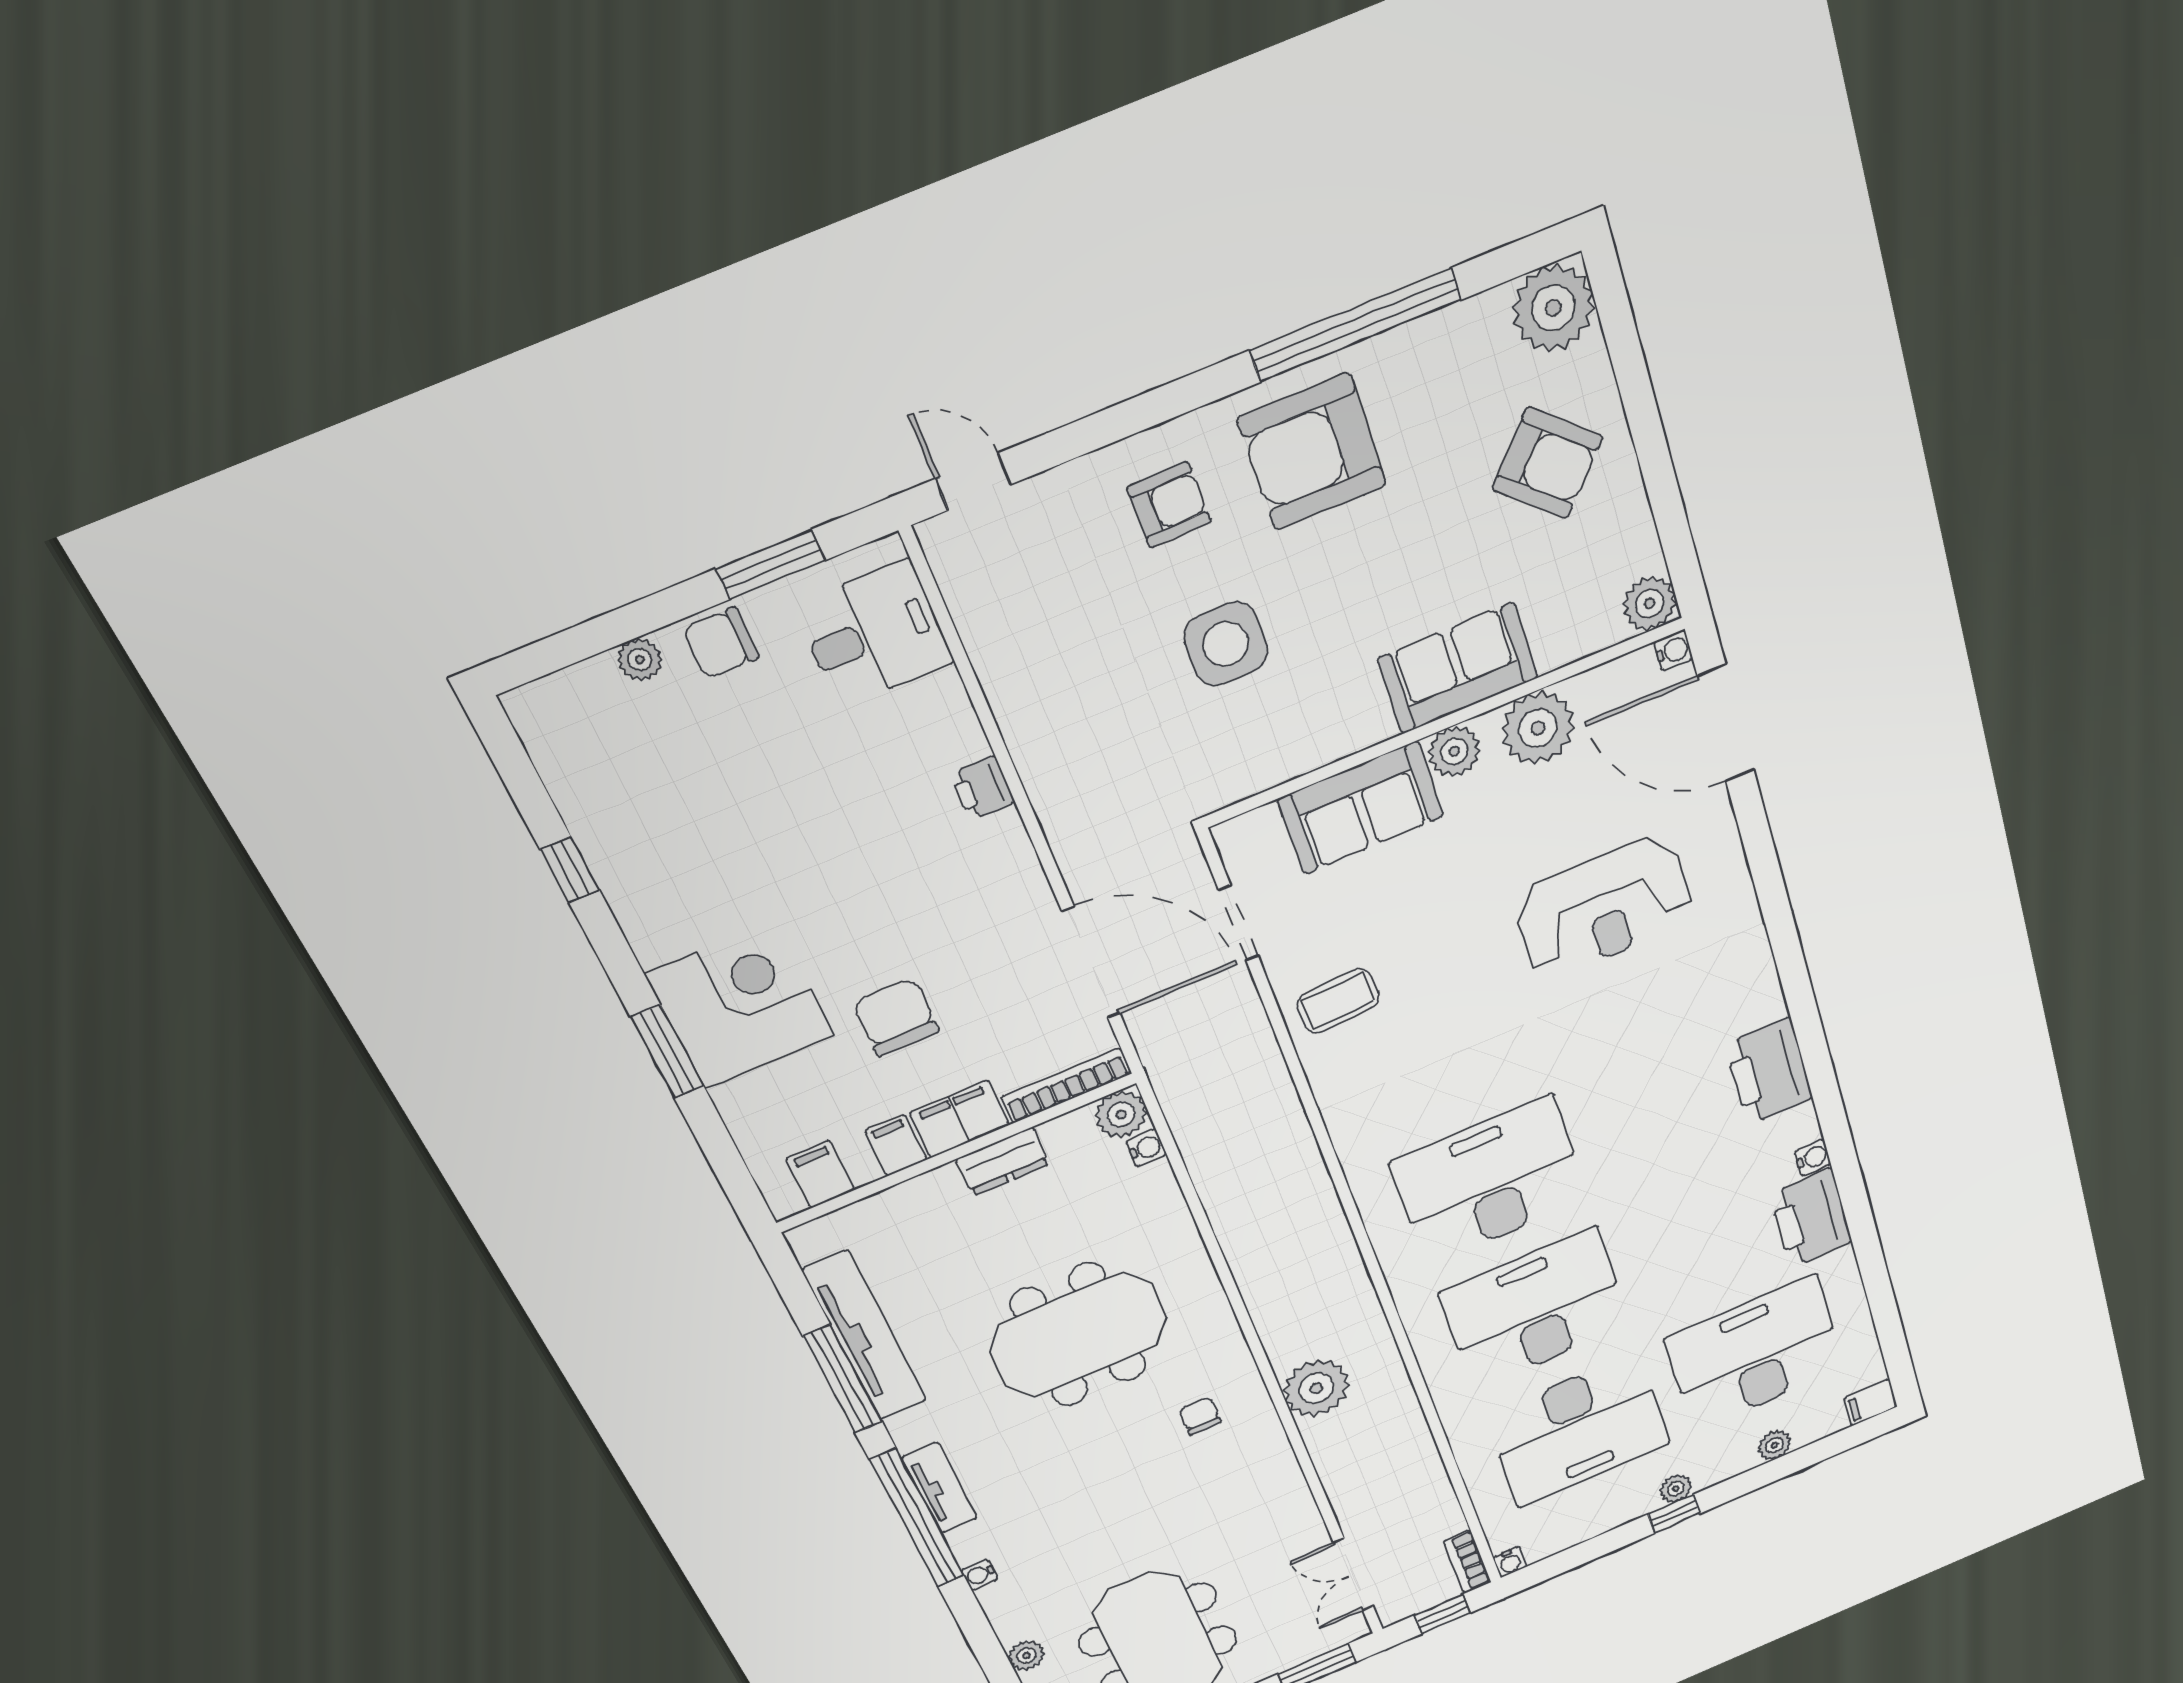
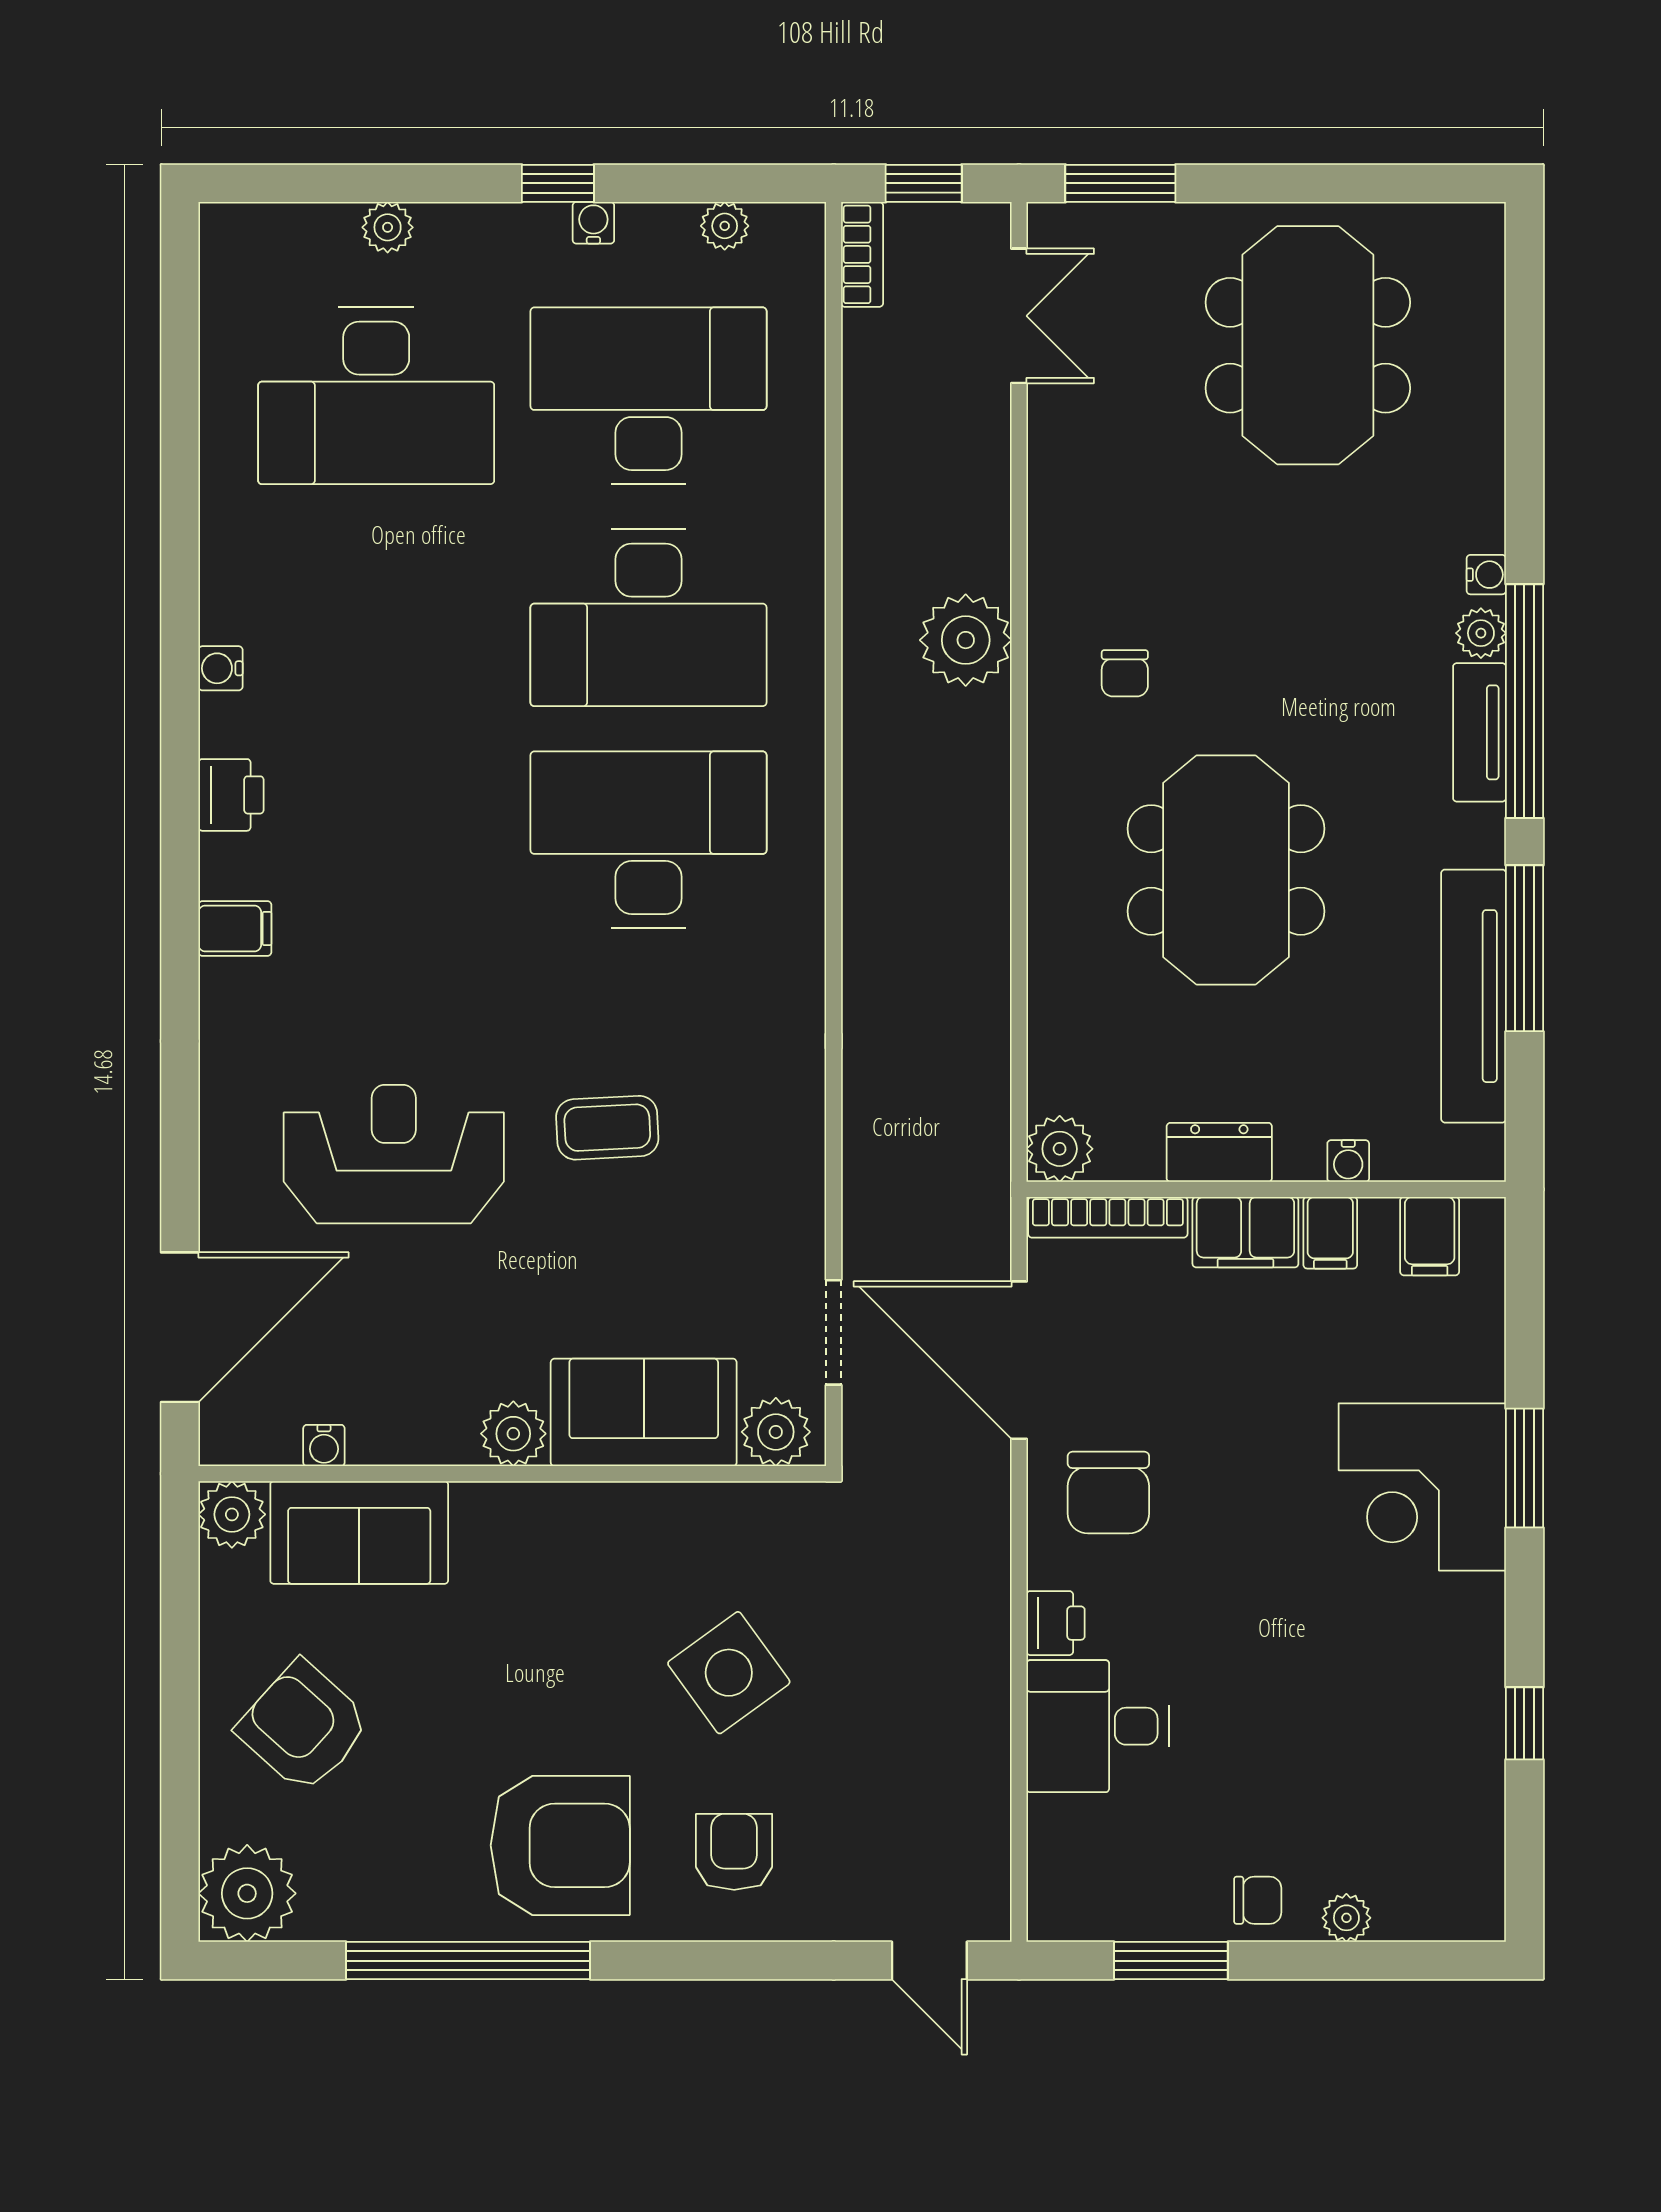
armchair: (1169, 505) -> (734, 1852), turned 91
desk: (874, 634) -> (1098, 1726), moved
chair: (721, 643) -> (1258, 1900), width x0.73, depth x0.73
side table: (1226, 644) -> (729, 1673), turned -36
water cooler: (1673, 650) -> (324, 1445), moved, turned -90
sofa: (1458, 668) -> (359, 1532), moved
door: (1726, 723) -> (180, 1327), hinge flipped
plant: (1538, 728) -> (776, 1432), moved, width x0.73, depth x0.73
coffee table: (1338, 1001) -> (607, 1128), moved
chair: (896, 1017) -> (1108, 1493), moved
printer: (1769, 1071) -> (231, 795), width x0.53, depth x0.68
water cooler: (1146, 1148) -> (1348, 1161), moved, turned -90
desk: (1489, 1181) -> (649, 840), turned 180
printer: (1811, 1218) -> (246, 576), removed
meeting table: (1078, 1335) -> (1226, 870), turned 90
filing cabinet: (1871, 1403) -> (235, 929), moved
plant: (1676, 1489) -> (725, 226), moved
water cooler: (1510, 1562) -> (593, 223), moved
plant: (1026, 1655) -> (1481, 633), moved

